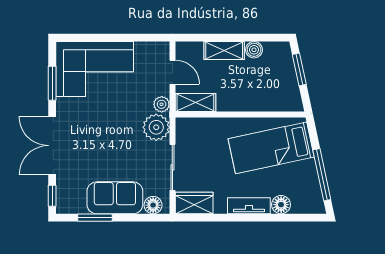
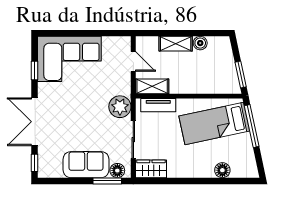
window: (299, 69) -> (241, 74), moved
window: (52, 83) -> (34, 71), width x0.67
plant: (162, 104) -> (124, 88), removed
window: (322, 175) -> (252, 126), moved
tv unit: (249, 206) -> (158, 105), moved, turned 180
window: (95, 218) -> (107, 181), moved

